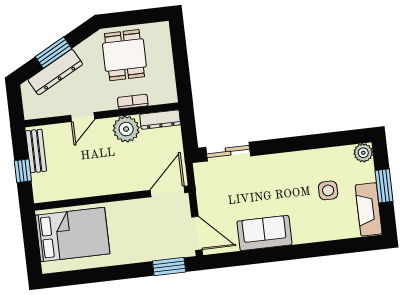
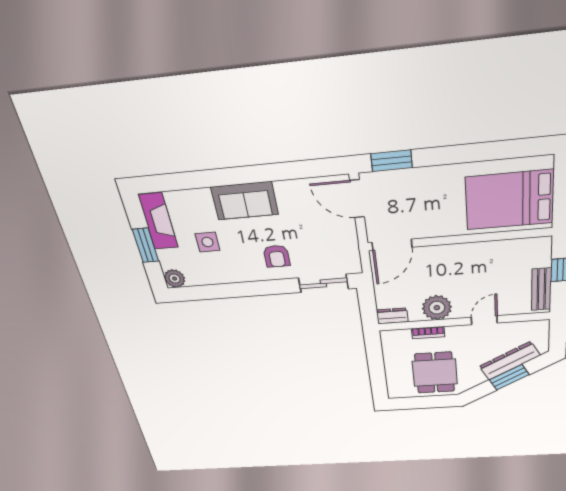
dresser: (160, 120) -> (392, 316), width x0.70
armchair: (268, 178) -> (277, 256), added
sofa: (264, 233) -> (245, 201), moved

